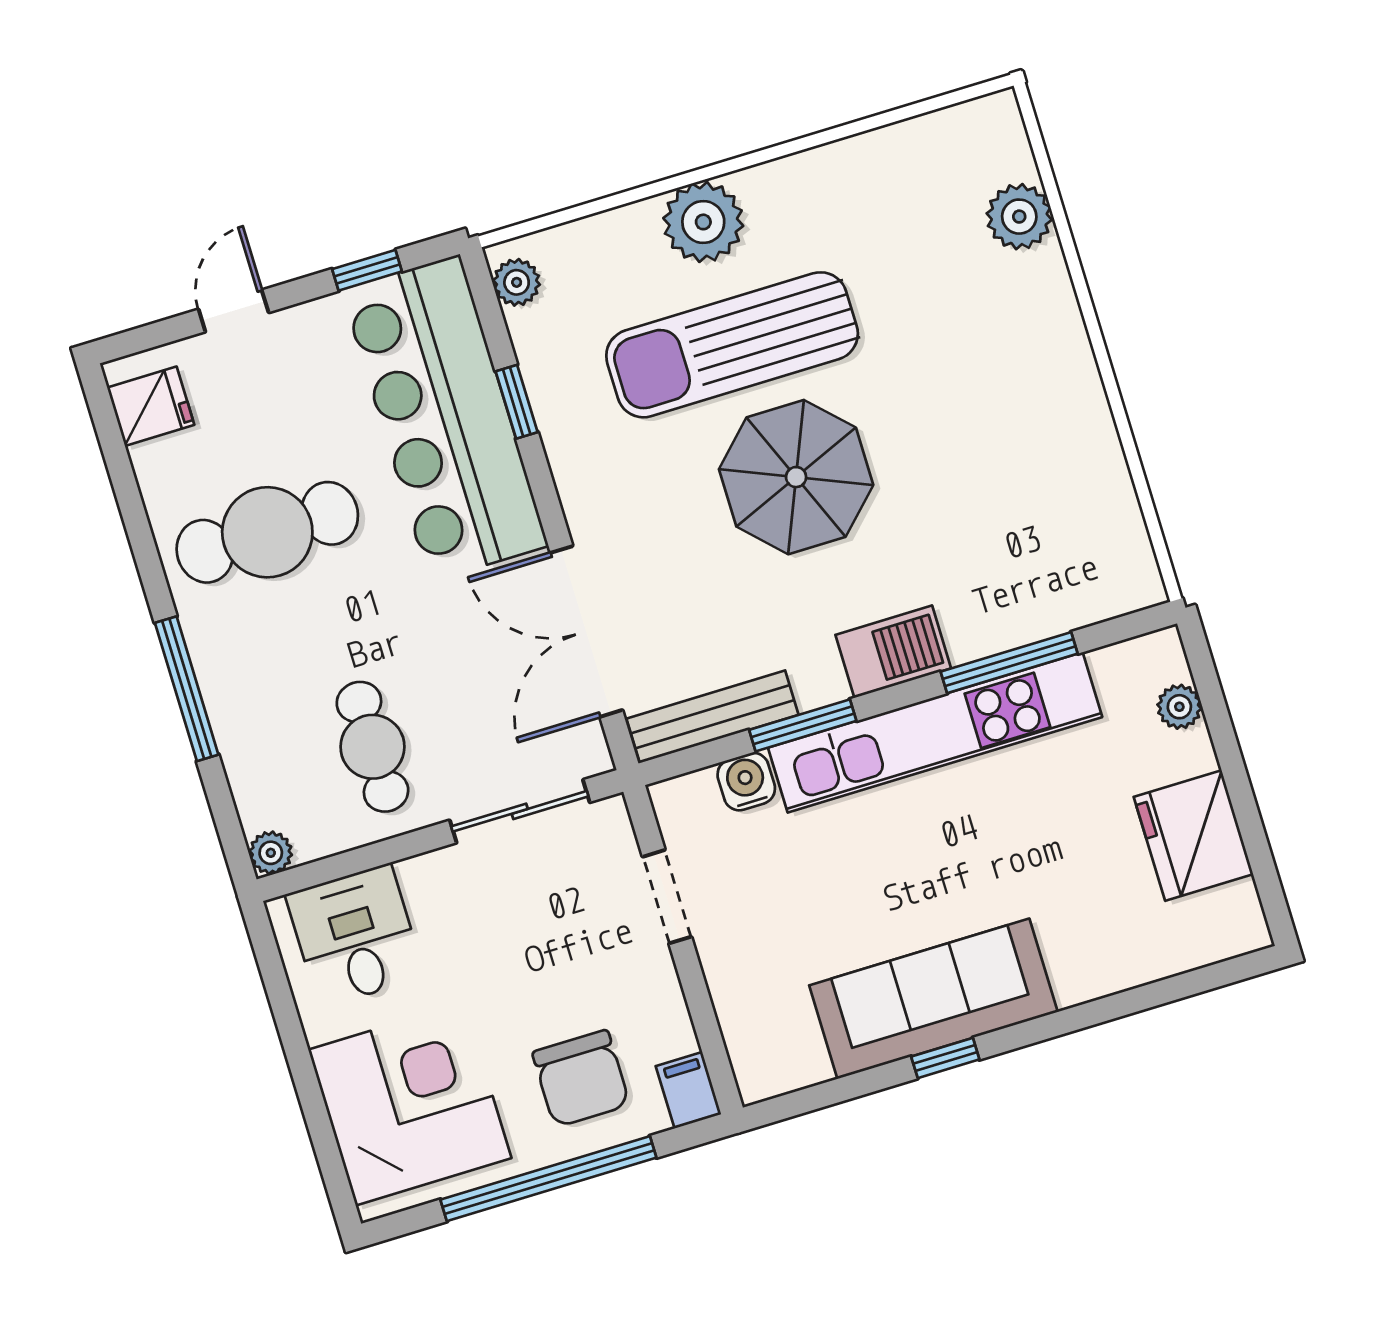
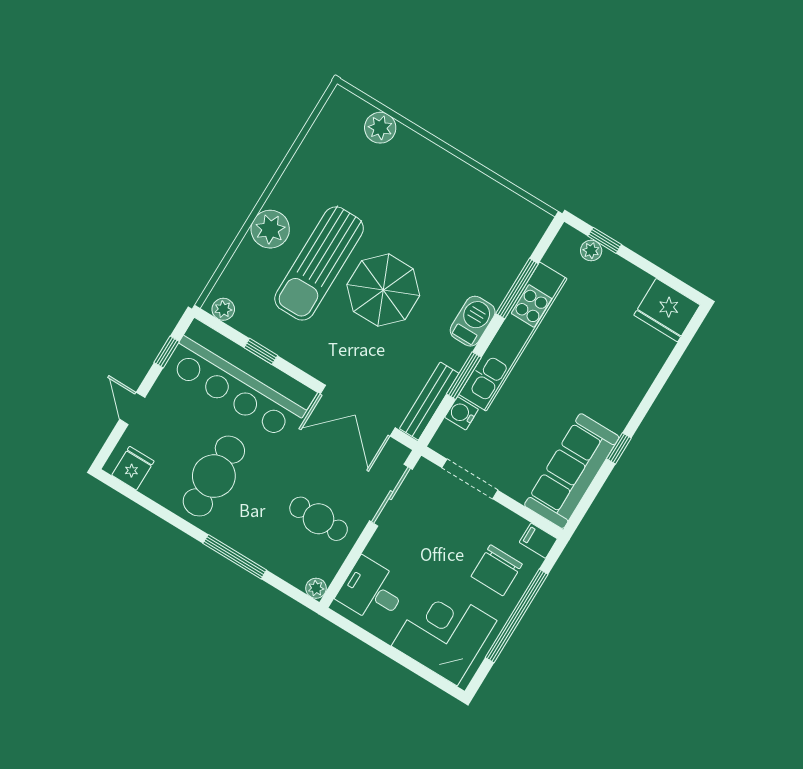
window: (1215, 710) -> (605, 240), added
fridge: (1194, 836) -> (667, 310), moved
doorway: (667, 897) -> (470, 479), width x1.38
sofa: (933, 999) -> (572, 471), moved
chair: (581, 1079) -> (497, 570), turned 90

